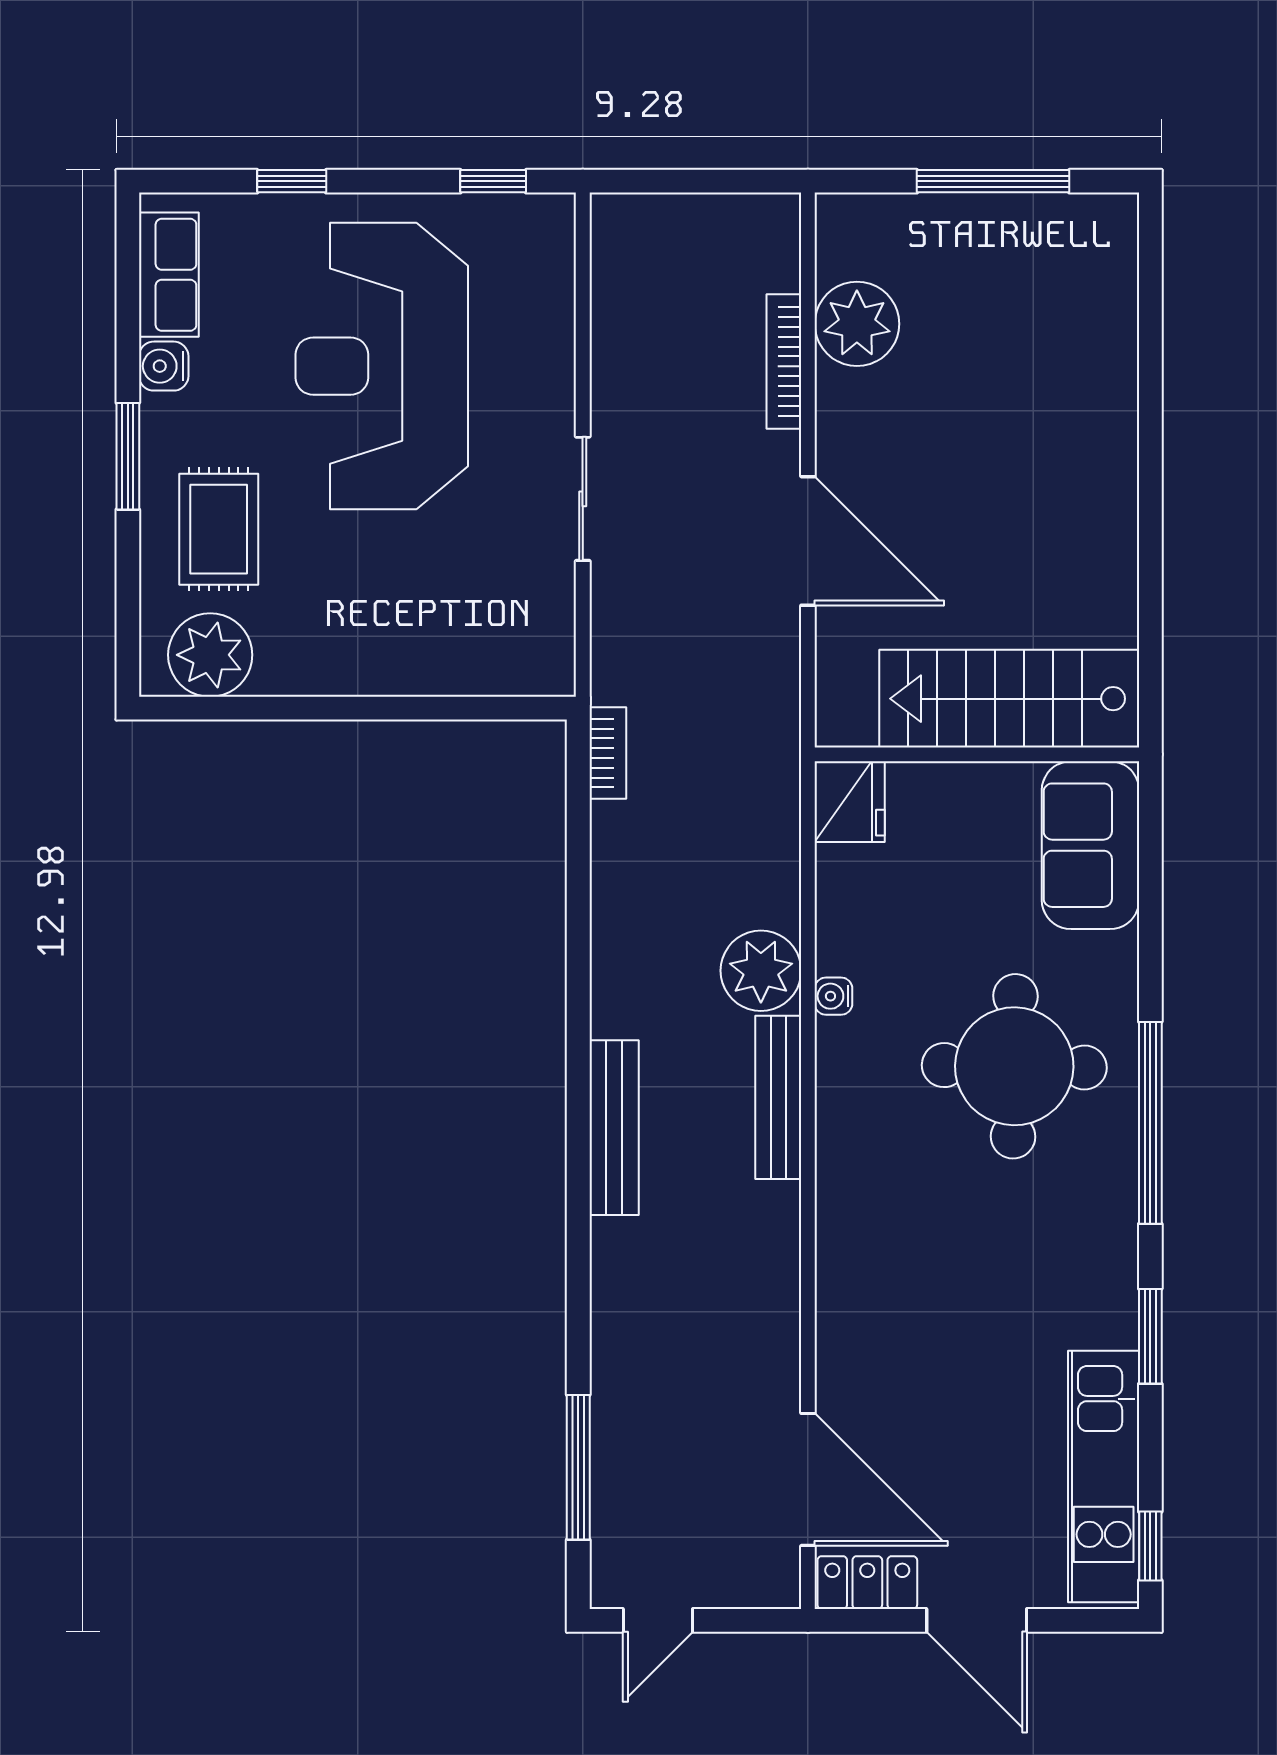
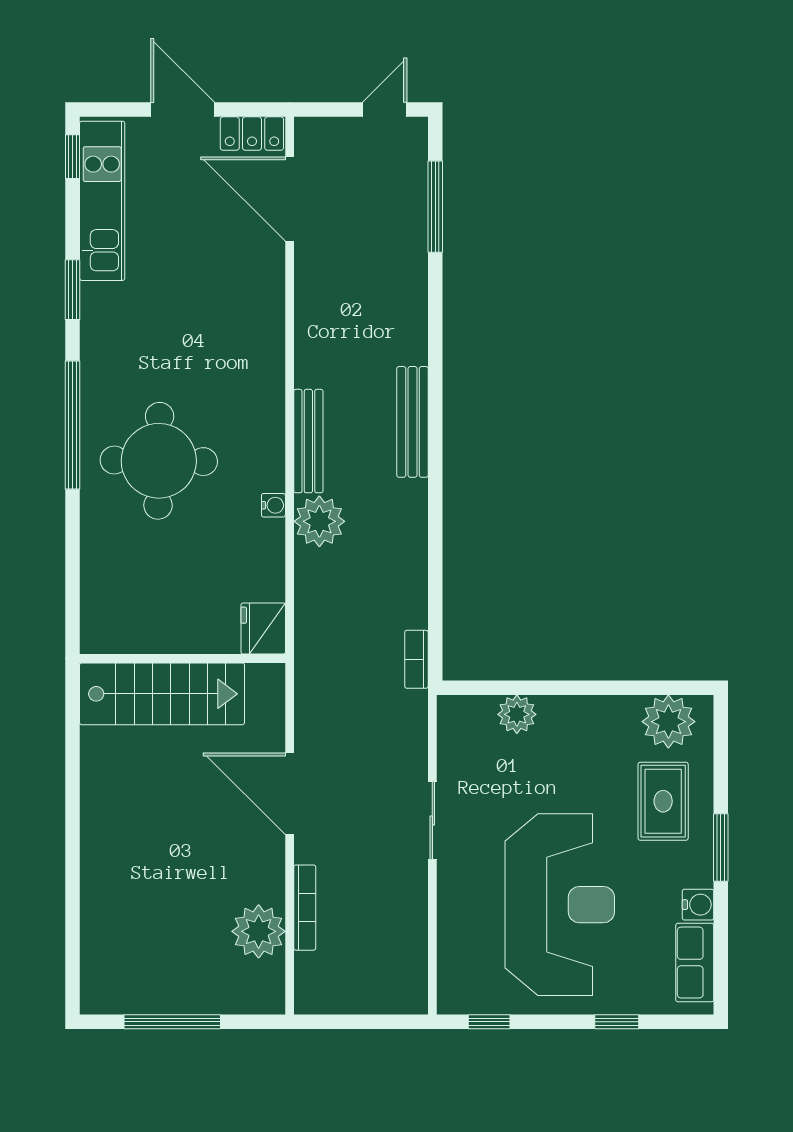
plant: (449, 666) -> (517, 714), added
sofa: (1090, 845) -> (111, 601), removed

